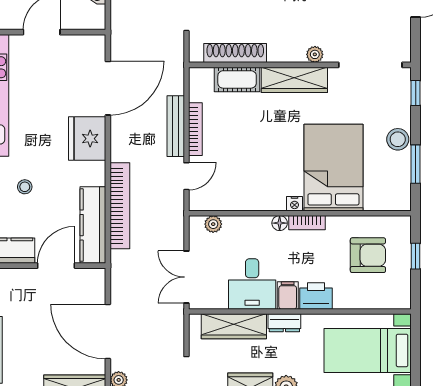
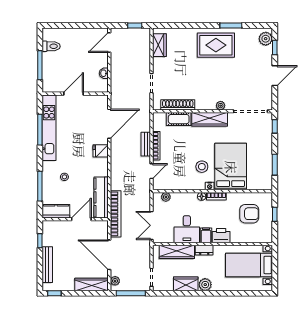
bench: (176, 126) -> (146, 144), width x0.73
fridge: (87, 139) -> (101, 151), width x0.53, depth x0.75
stool: (398, 139) -> (202, 167), moved
bookcase: (120, 206) -> (116, 214), moved

